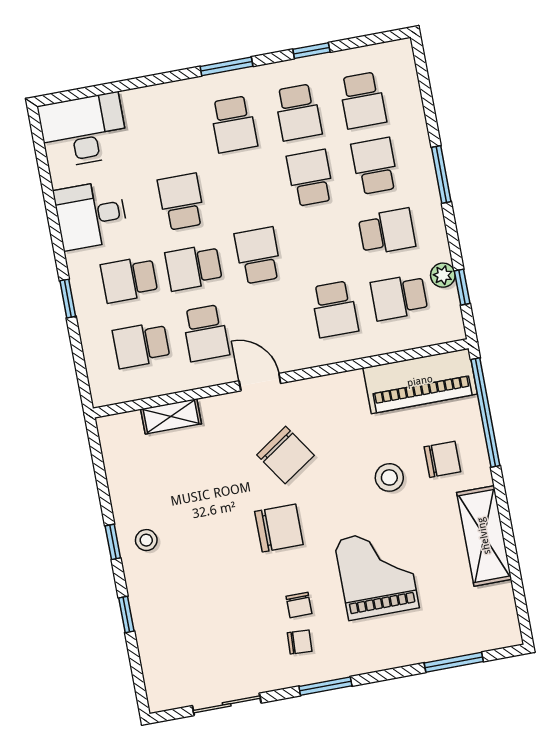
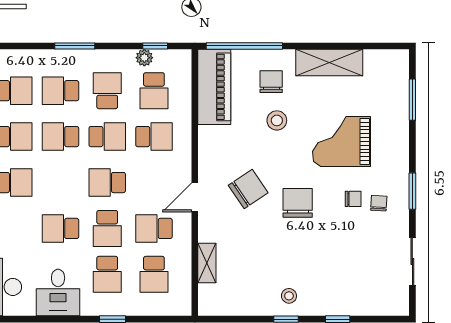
school desk: (322, 244) -> (107, 137), added
school desk: (206, 333) -> (154, 228), turned 180

